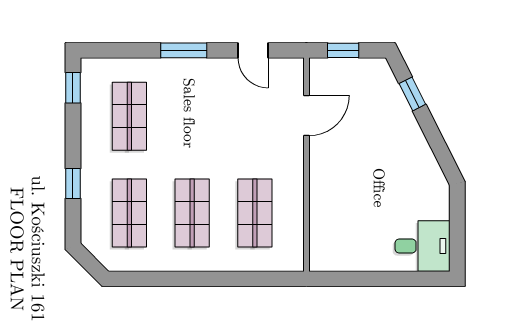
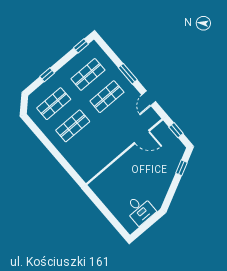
shop shelf: (255, 213) -> (107, 97), moved
desk: (423, 246) -> (140, 210), moved

